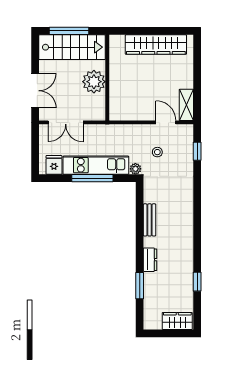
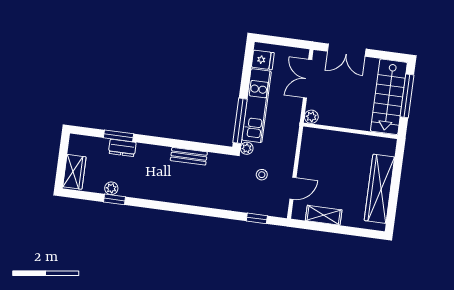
plant: (94, 82) -> (311, 117), moved, width x0.53, depth x0.53
shelving: (186, 105) -> (324, 215), moved
window: (92, 178) -> (240, 121), moved
dresser: (150, 260) -> (122, 148), moved
plant: (188, 286) -> (111, 188), added

